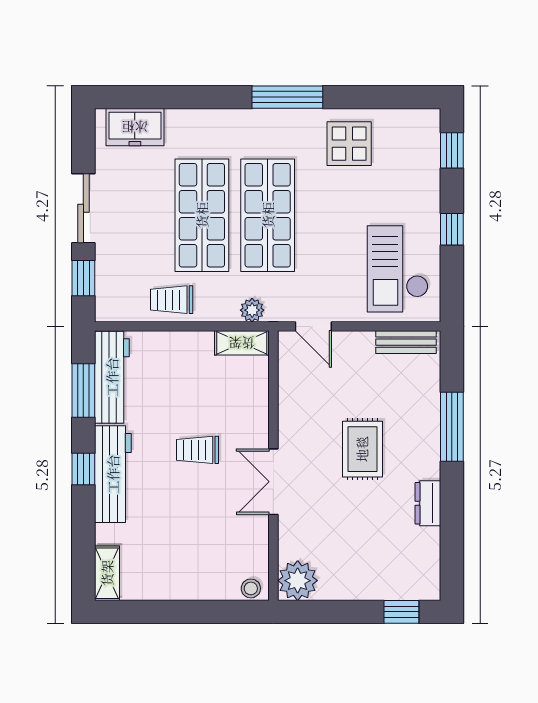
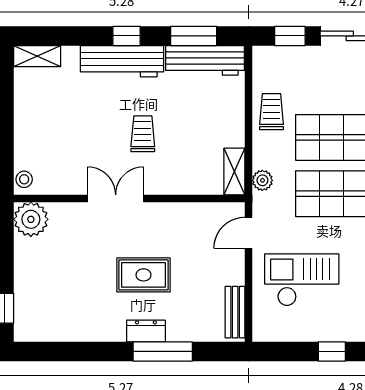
checkout: (398, 269) -> (302, 280), moved
dresser: (428, 503) -> (146, 331), moved

